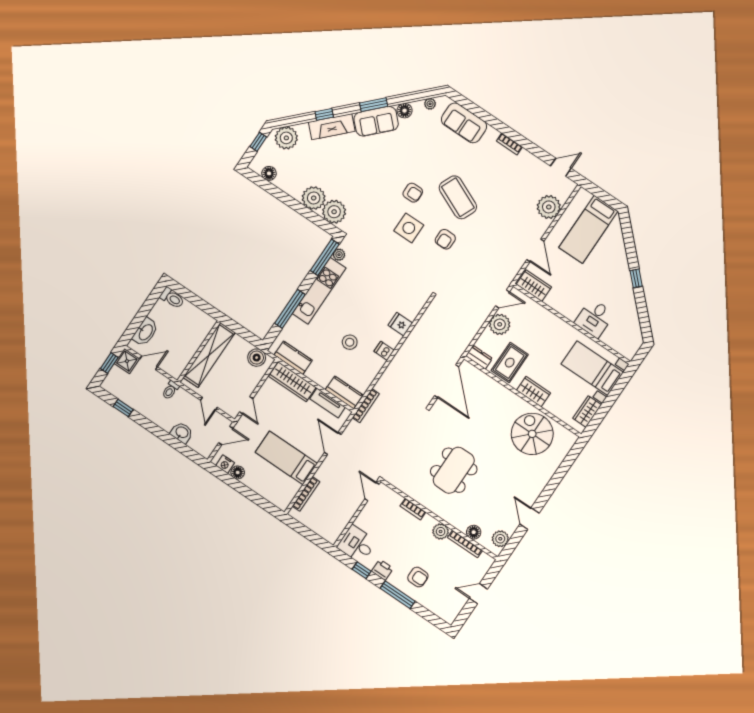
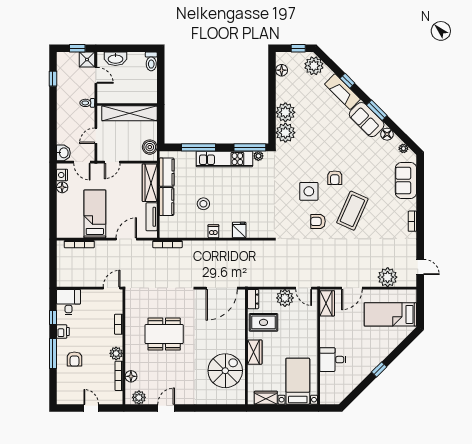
kitchen counter: (344, 392) -> (167, 202), moved
washbasin: (182, 433) -> (63, 153), moved

